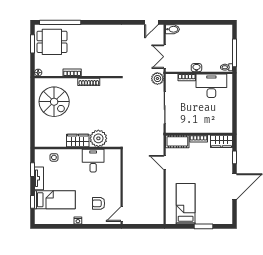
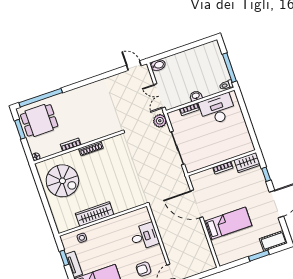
door: (151, 22) -> (134, 66), swing flipped
plant: (98, 138) -> (121, 203), removed
wardrobe: (78, 140) -> (95, 214), width x1.50
cot: (177, 141) -> (273, 241), moved
desk: (93, 161) -> (144, 236), moved, turned 90
door: (165, 162) -> (197, 204), width x1.88
bed: (186, 204) -> (228, 223), moved, turned 90

